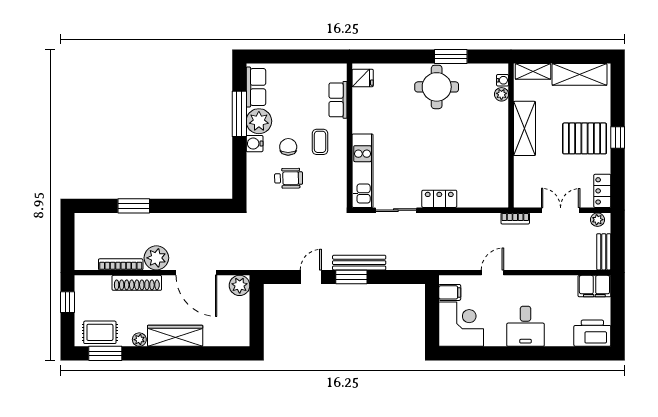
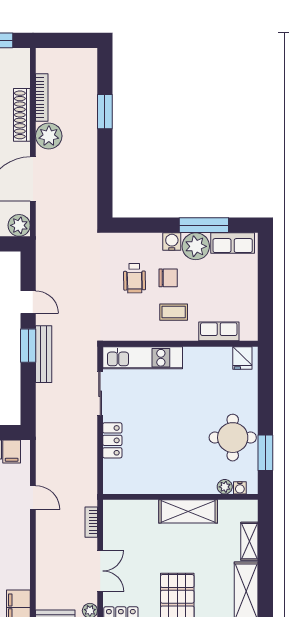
water cooler: (502, 80) -> (240, 488), moved
plant: (501, 94) -> (225, 487), moved
shelving: (524, 128) -> (188, 511), moved
wall: (511, 136) -> (180, 497), moved

